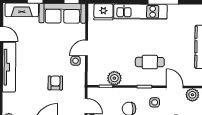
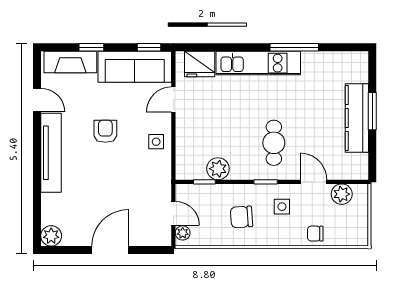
door: (87, 48) -> (173, 99), moved
cafe table: (150, 62) -> (274, 143), turned 90
armchair: (55, 83) -> (105, 131), moved

